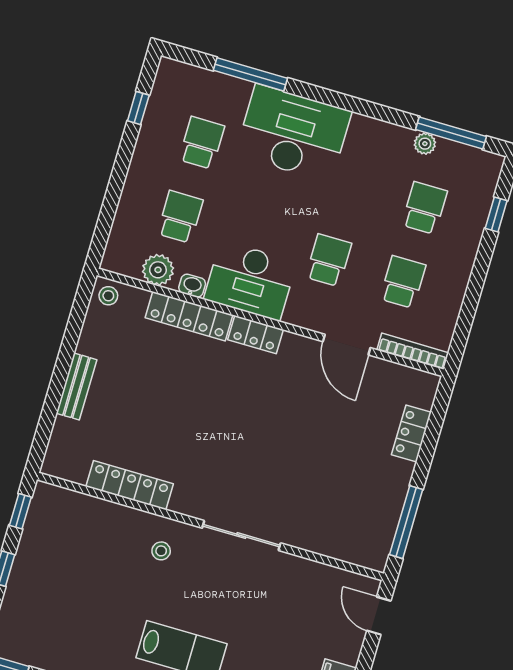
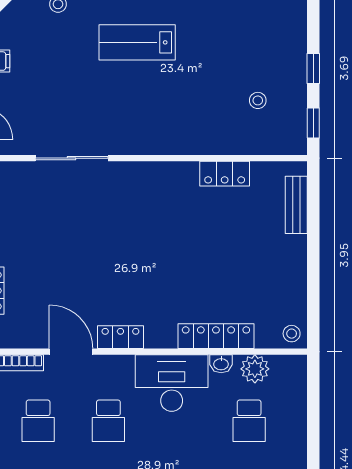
locker: (255, 335) -> (120, 337), moved
bench: (76, 386) -> (296, 205), moved
locker: (130, 485) -> (225, 174), width x0.66
sliding door: (241, 536) -> (72, 158), moved
stool: (161, 551) -> (258, 100), moved

